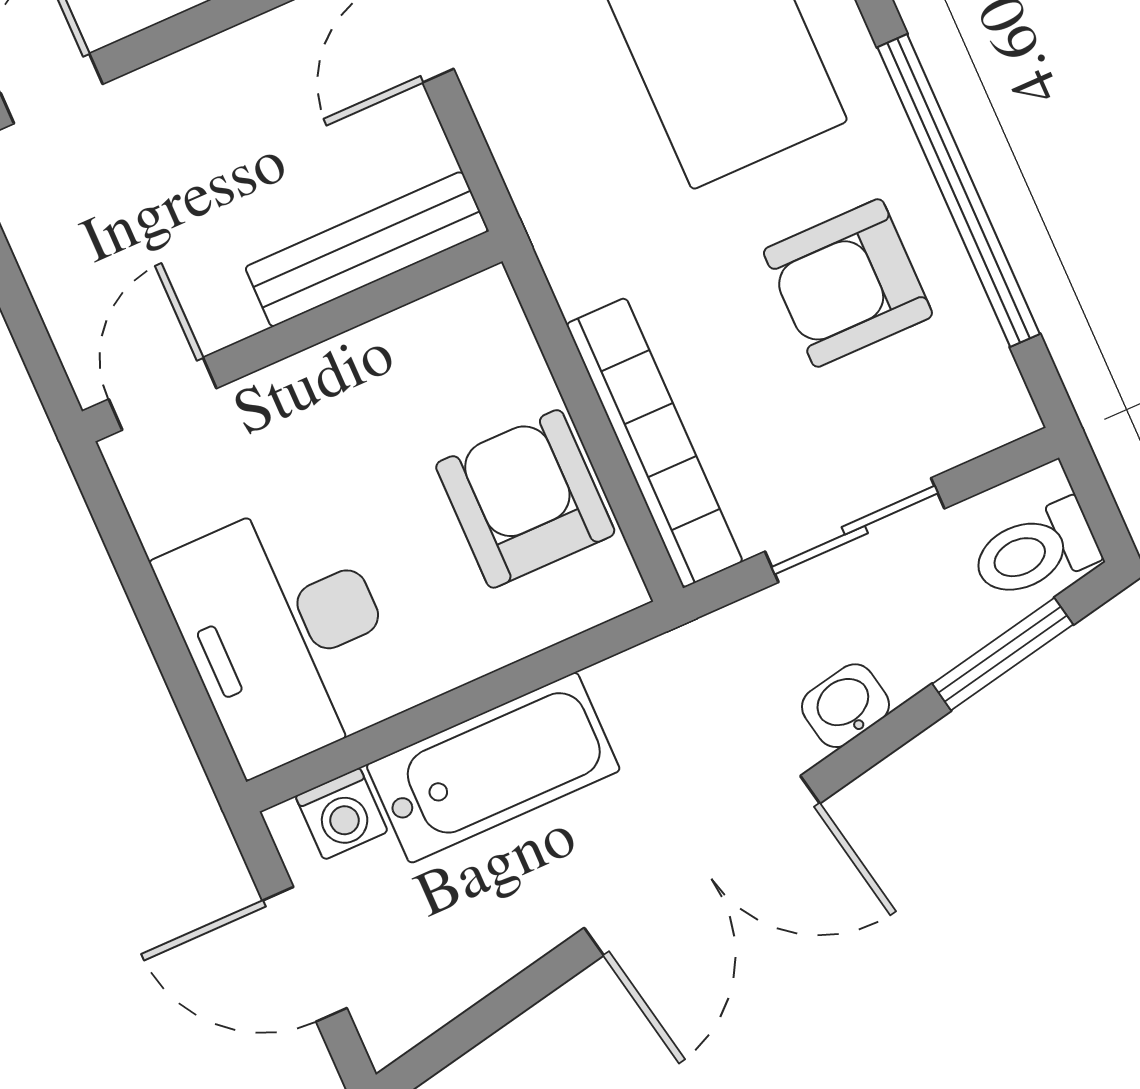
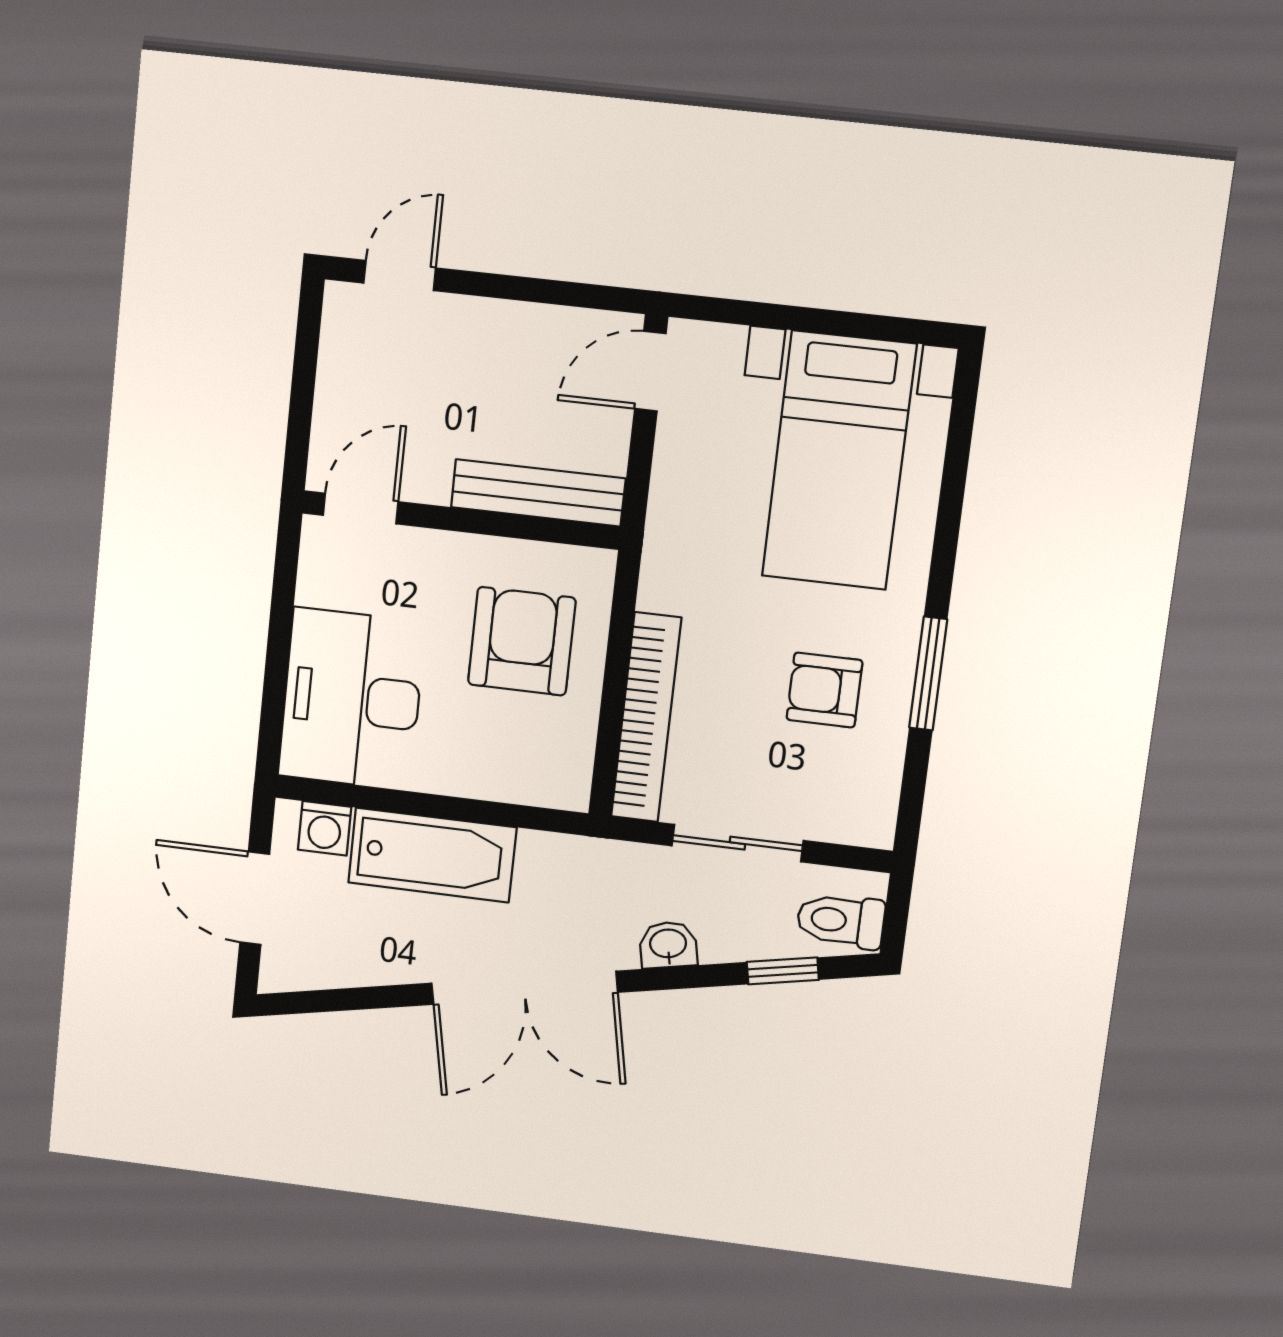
window: (959, 191) -> (928, 674), width x0.47
armchair: (848, 283) -> (824, 690), width x0.72, depth x0.72
armchair: (525, 499) -> (522, 641), moved
window: (1003, 654) -> (783, 971), width x0.67

